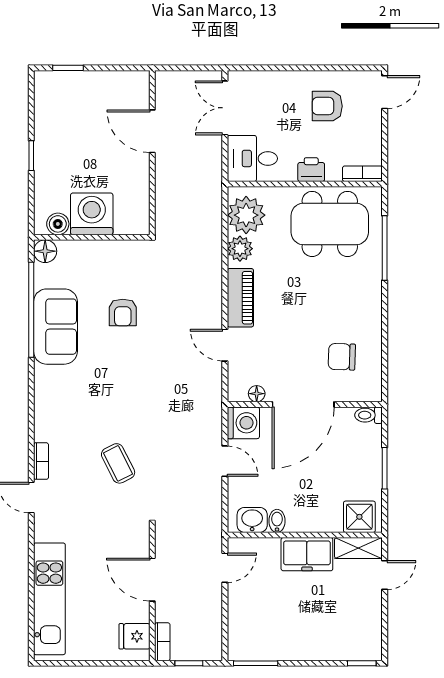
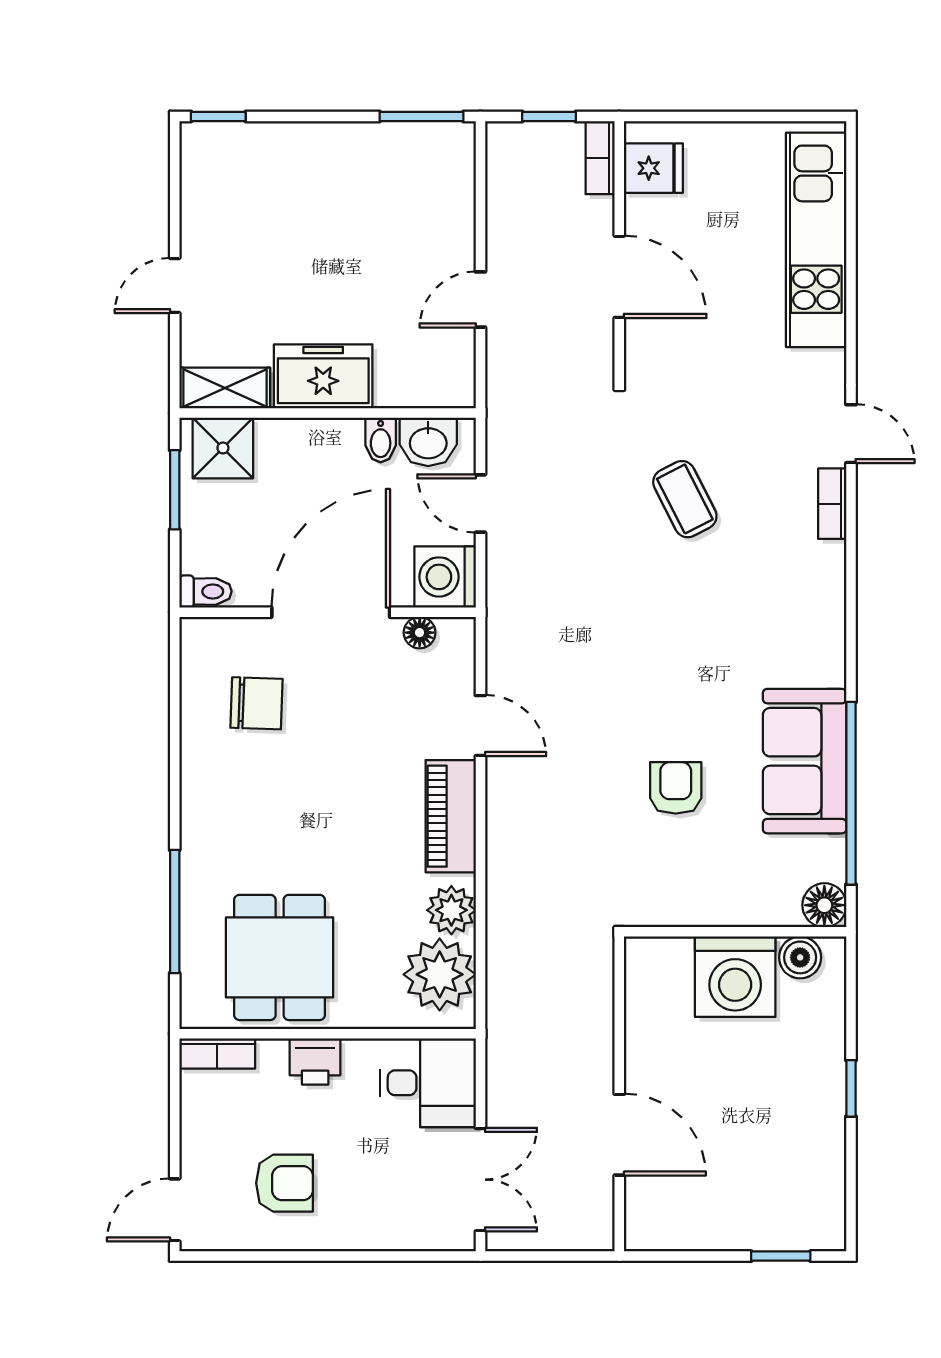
dining table: (330, 224) -> (280, 957), width x0.73
shower: (359, 517) -> (223, 448), moved
washbasin: (252, 520) -> (428, 442), moved
bidet: (277, 521) -> (381, 440), moved
wall: (305, 535) -> (328, 413), moved
shelving: (358, 548) -> (225, 388), moved
freezer: (307, 554) -> (323, 376), moved

